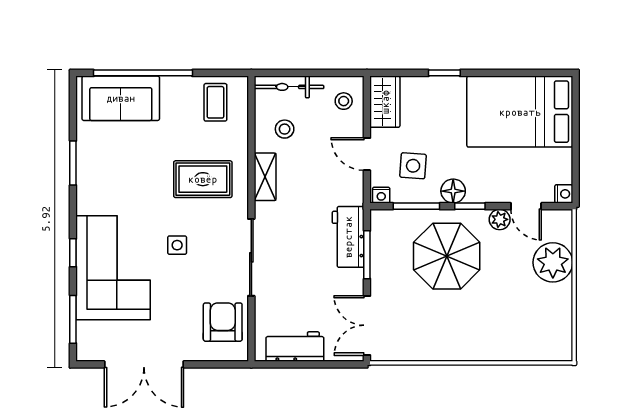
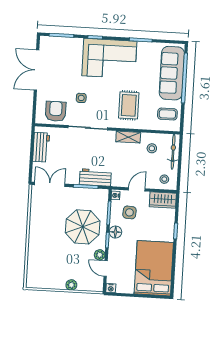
sofa: (121, 98) -> (172, 73), width x1.36
door: (526, 206) -> (106, 269), hinge flipped
side table: (177, 245) -> (81, 98), moved
plant: (553, 262) -> (71, 285), width x0.53, depth x0.53
corner sofa: (113, 268) -> (109, 59), moved
armchair: (223, 322) -> (56, 111), turned -90

